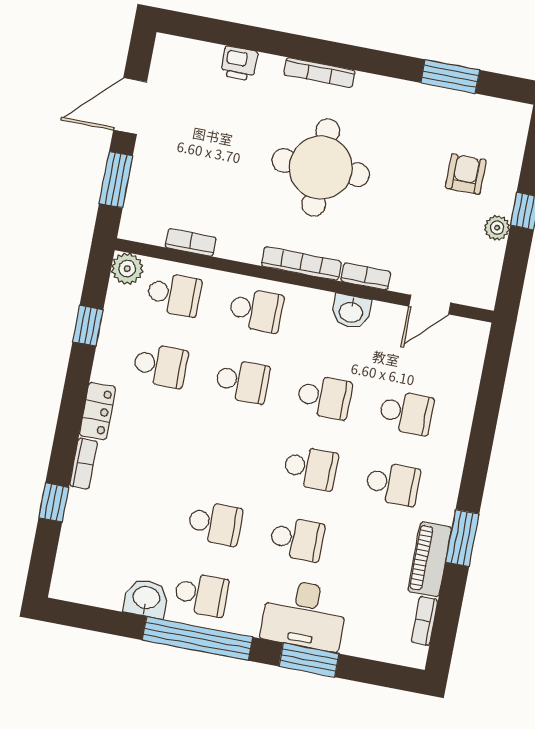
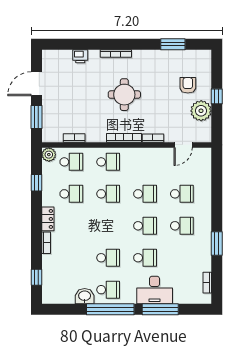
round table: (321, 168) -> (124, 95), width x0.73, depth x0.73
plant: (497, 228) -> (201, 111), width x1.88, depth x1.88
washbasin: (351, 311) -> (149, 154), removed
window: (54, 503) -> (36, 277), moved
piano: (430, 559) -> (204, 255), removed
window: (309, 660) -> (160, 309), width x1.44

